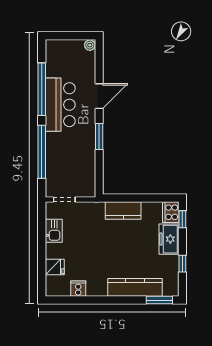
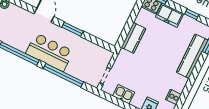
bar counter: (60, 105) -> (50, 52), moved

